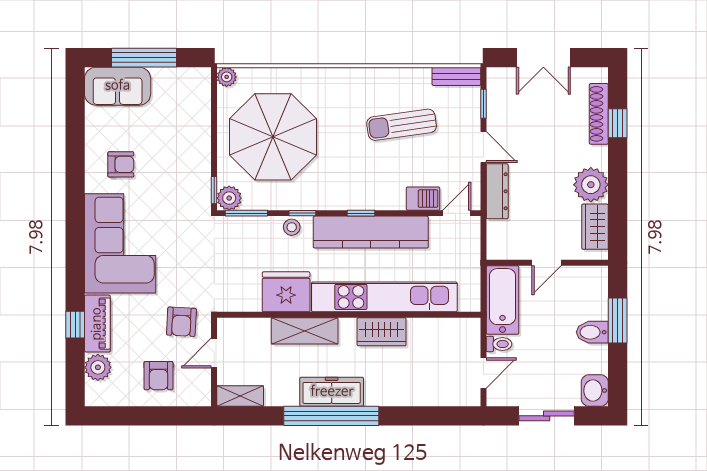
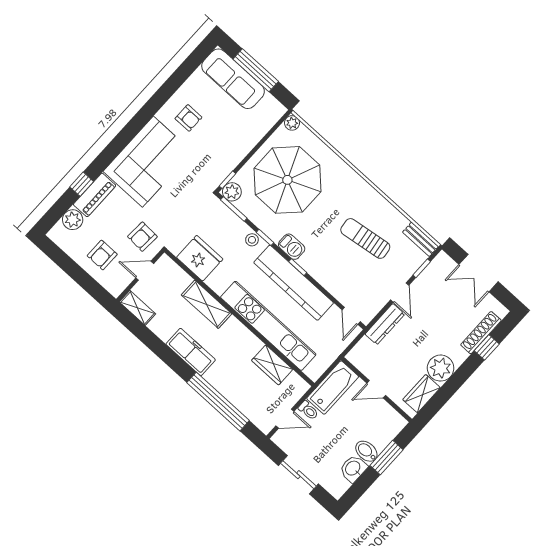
sofa: (118, 86) -> (233, 79), width x1.36
barbecue: (423, 199) -> (292, 247), moved
door: (457, 213) -> (351, 316), swing flipped
fridge: (286, 292) -> (200, 258), moved
wardrobe: (382, 332) -> (272, 365), moved
washbasin: (595, 391) -> (353, 468), moved
window: (331, 416) -> (218, 402), moved

